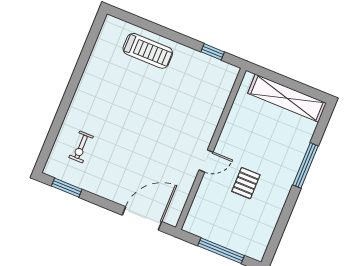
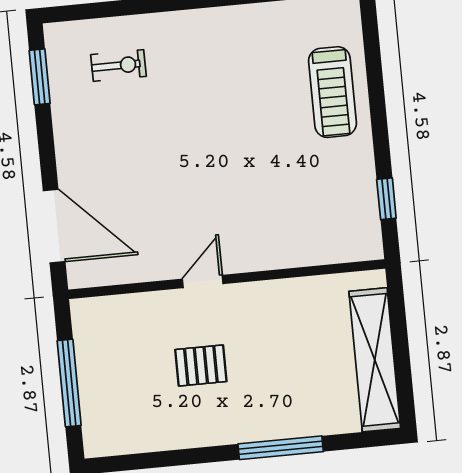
exercise bike: (81, 147) -> (118, 65), turned 180
door: (206, 161) -> (203, 281), swing flipped

